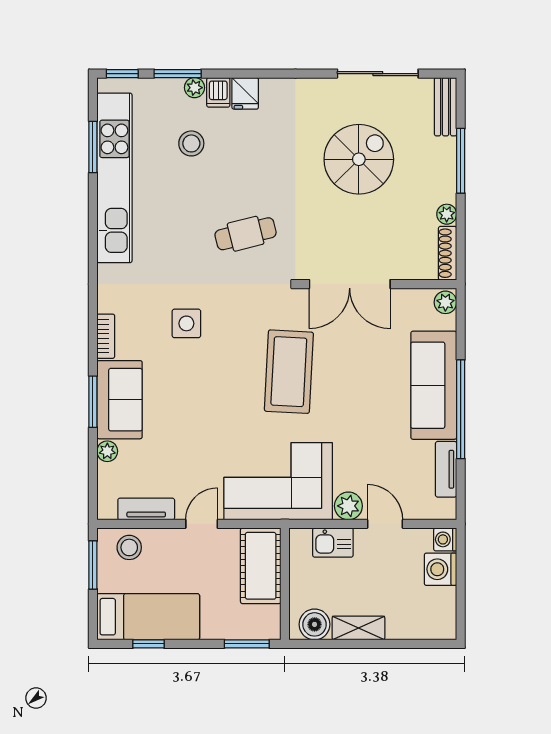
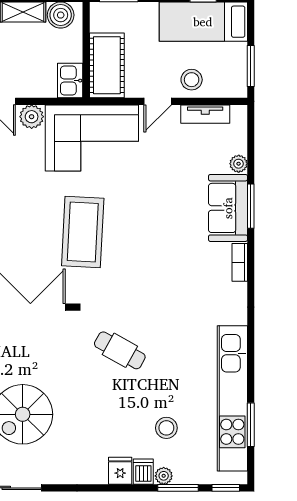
cafe table: (246, 234) -> (120, 350), turned 43
side table: (186, 323) -> (171, 273), removed
kitchen sink: (333, 543) -> (70, 81), moved, turned -90
stool: (129, 547) -> (192, 80), moved

